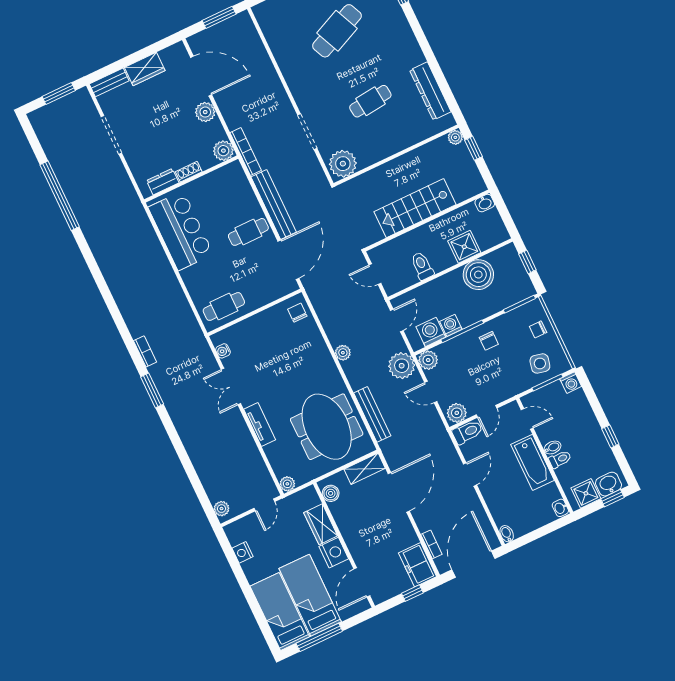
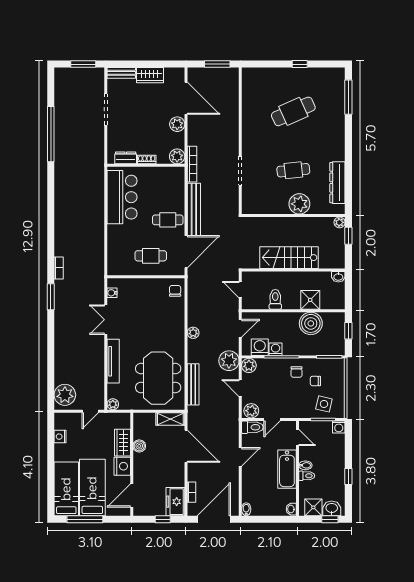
plant: (343, 164) -> (299, 204), moved
cafe table: (224, 306) -> (151, 256), moved
chair: (538, 329) -> (315, 381), moved
tv unit: (260, 424) -> (113, 361), width x1.41
door: (399, 492) -> (186, 446), hinge flipped
boiler: (331, 493) -> (139, 446), moved
plant: (221, 509) -> (65, 395), width x1.88, depth x1.88

